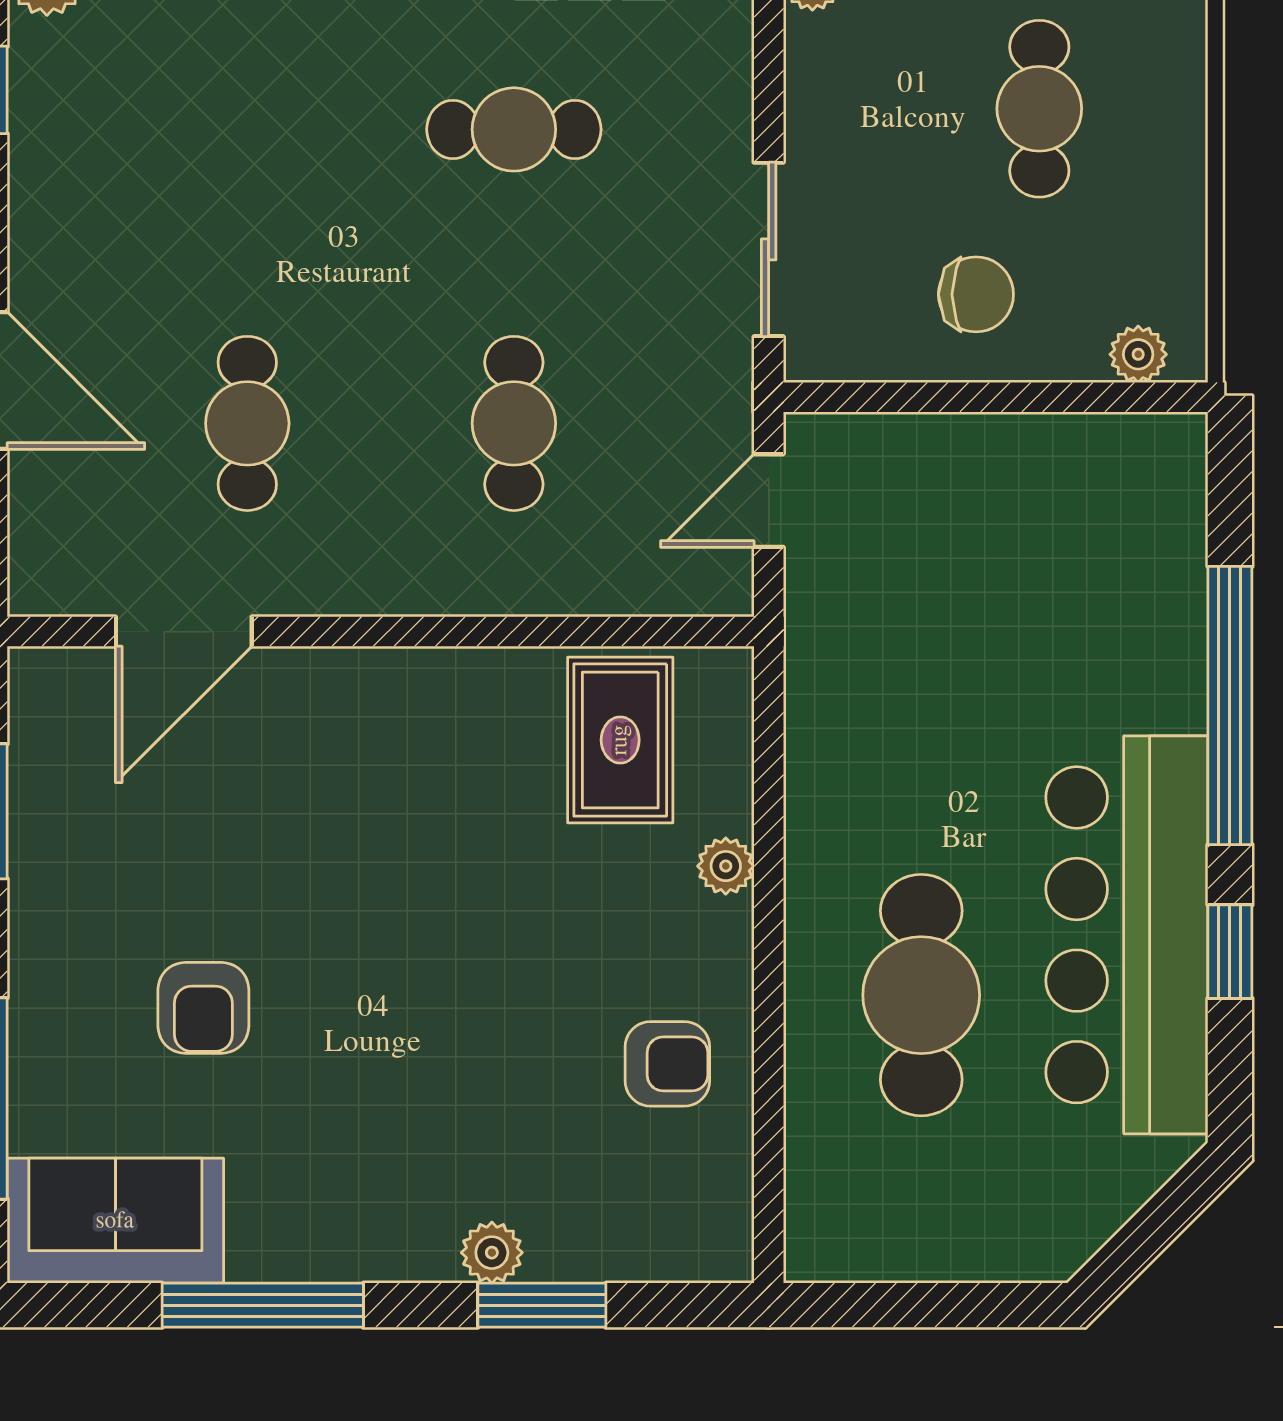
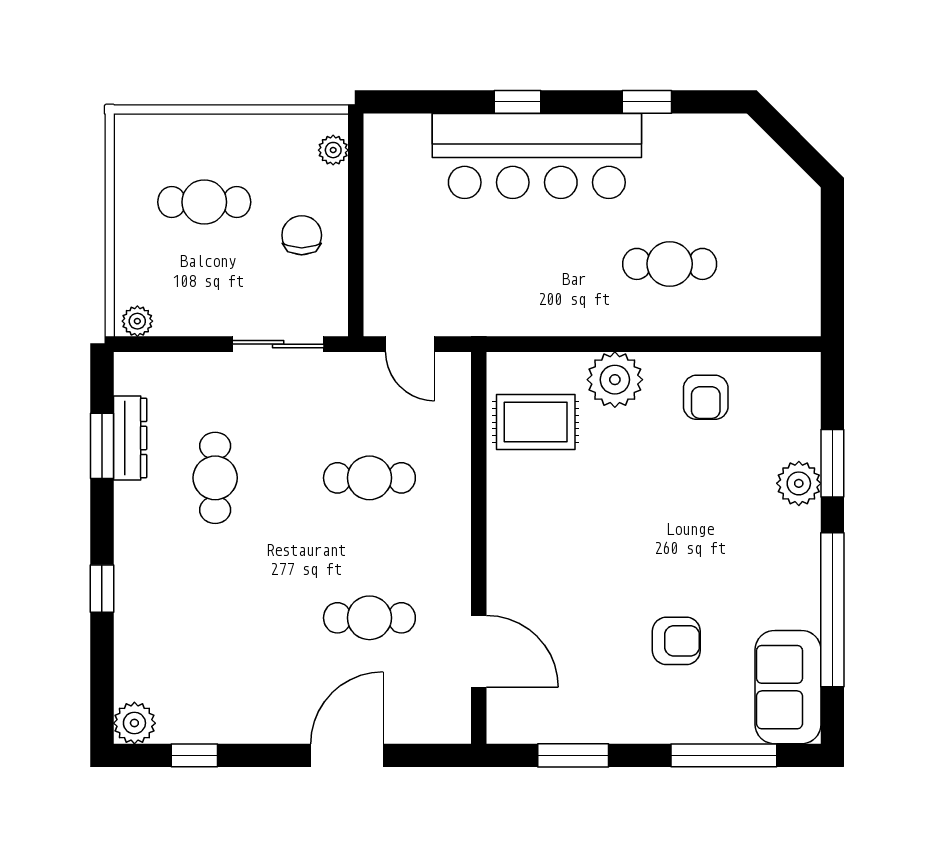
window: (1230, 705) -> (518, 102), width x0.32
plant: (726, 866) -> (615, 380), width x1.88, depth x1.88
bar counter: (1127, 935) -> (537, 156), moved
cafe table: (921, 995) -> (670, 264), width x0.73, depth x0.74
armchair: (667, 1064) -> (706, 397), turned 180
plant: (492, 1253) -> (799, 483), width x1.38, depth x1.38
window: (263, 1305) -> (832, 610), width x1.46

